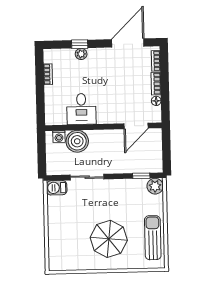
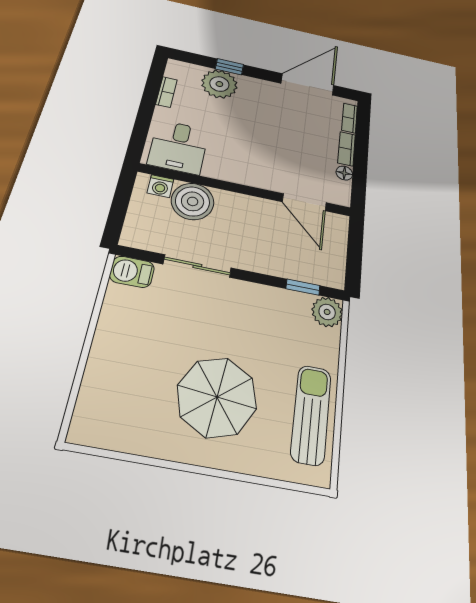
plant: (81, 54) -> (219, 84), width x1.88, depth x1.88
desk: (81, 109) -> (178, 147), moved
door: (136, 126) -> (304, 202), hinge flipped

